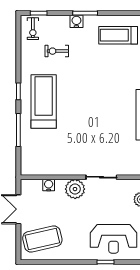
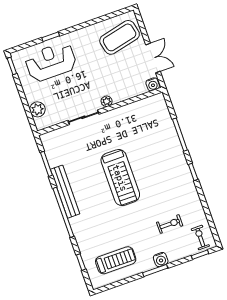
treadmill: (44, 101) -> (120, 178), moved
water cooler: (49, 185) -> (153, 84), moved
plant: (75, 189) -> (107, 101), width x0.53, depth x0.53

